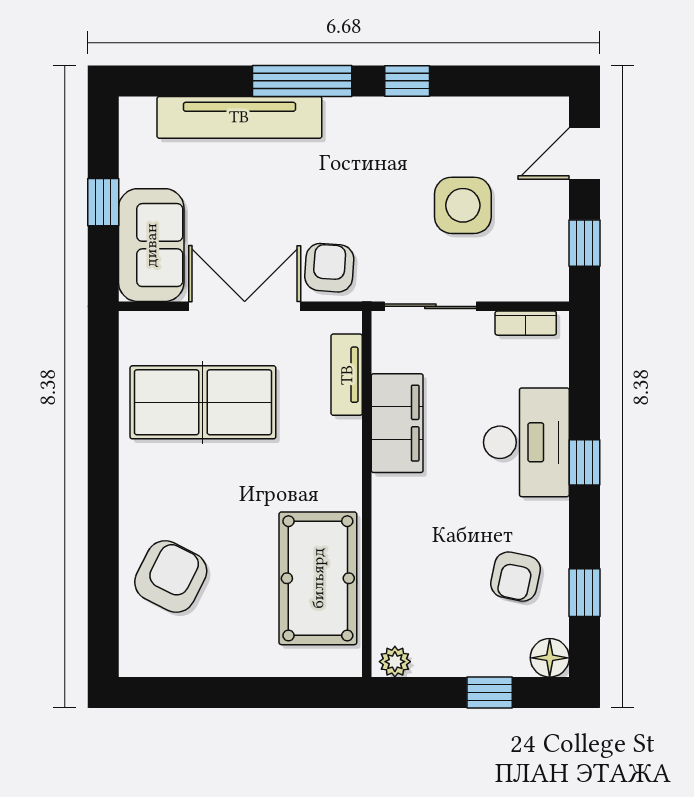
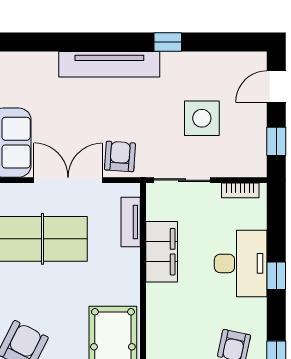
window: (302, 81) -> (103, 42), removed
tv unit: (239, 117) -> (109, 64), moved

